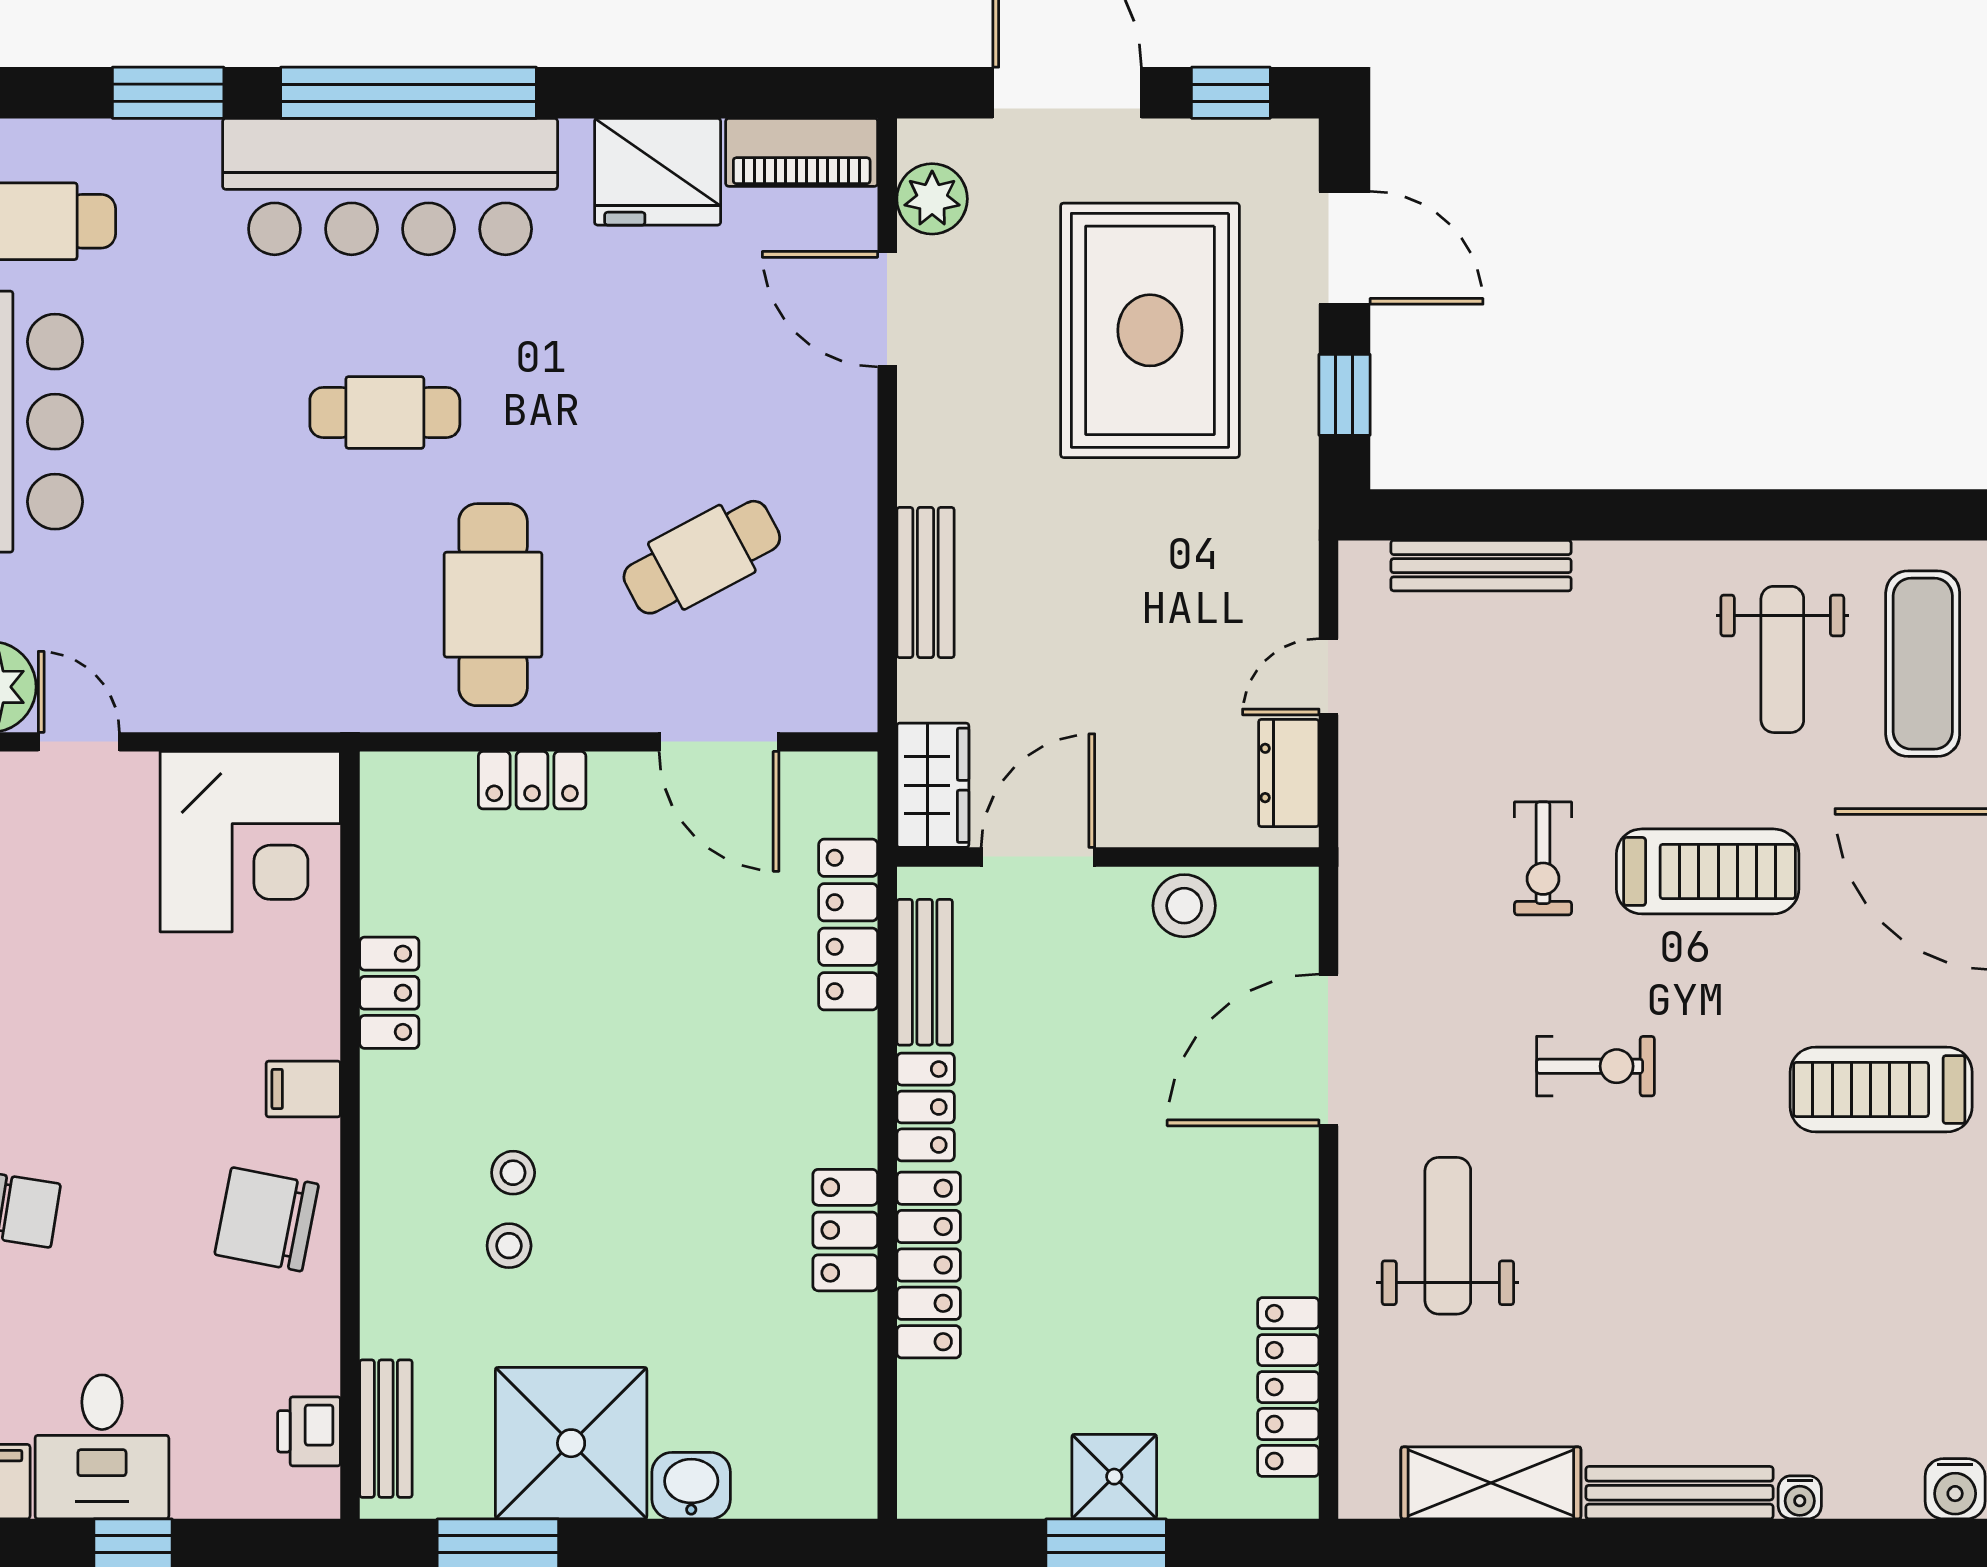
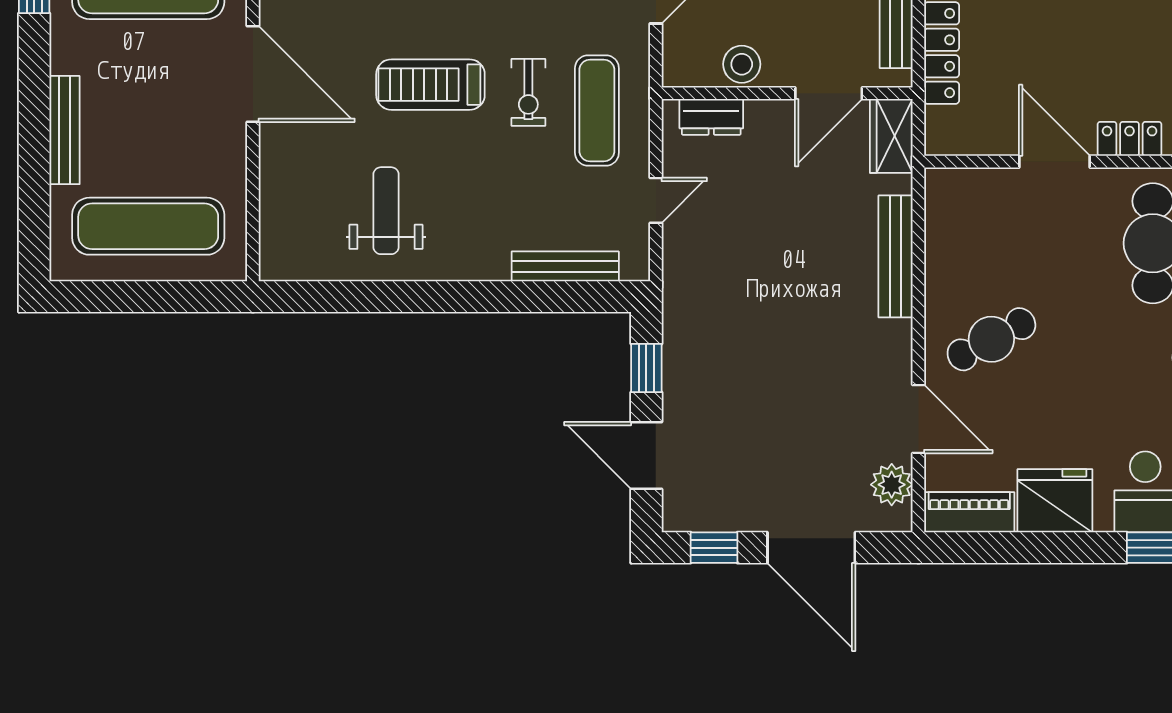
rug: (1150, 330) -> (762, 406), removed
cafe table: (702, 557) -> (991, 339), moved
bench: (926, 582) -> (896, 256), width x1.36
exercise mat: (1923, 664) -> (597, 110), moved
door: (719, 742) -> (1055, 162), moved
dresser: (1289, 773) -> (711, 117), moved, turned 90
exercise bike: (1543, 858) -> (528, 92), turned 180

